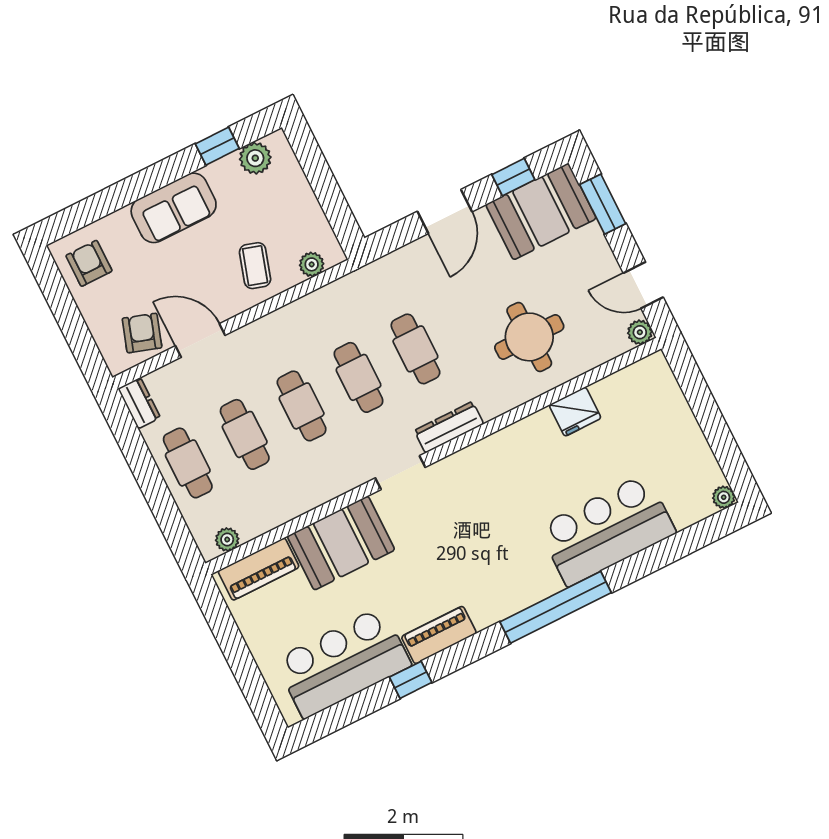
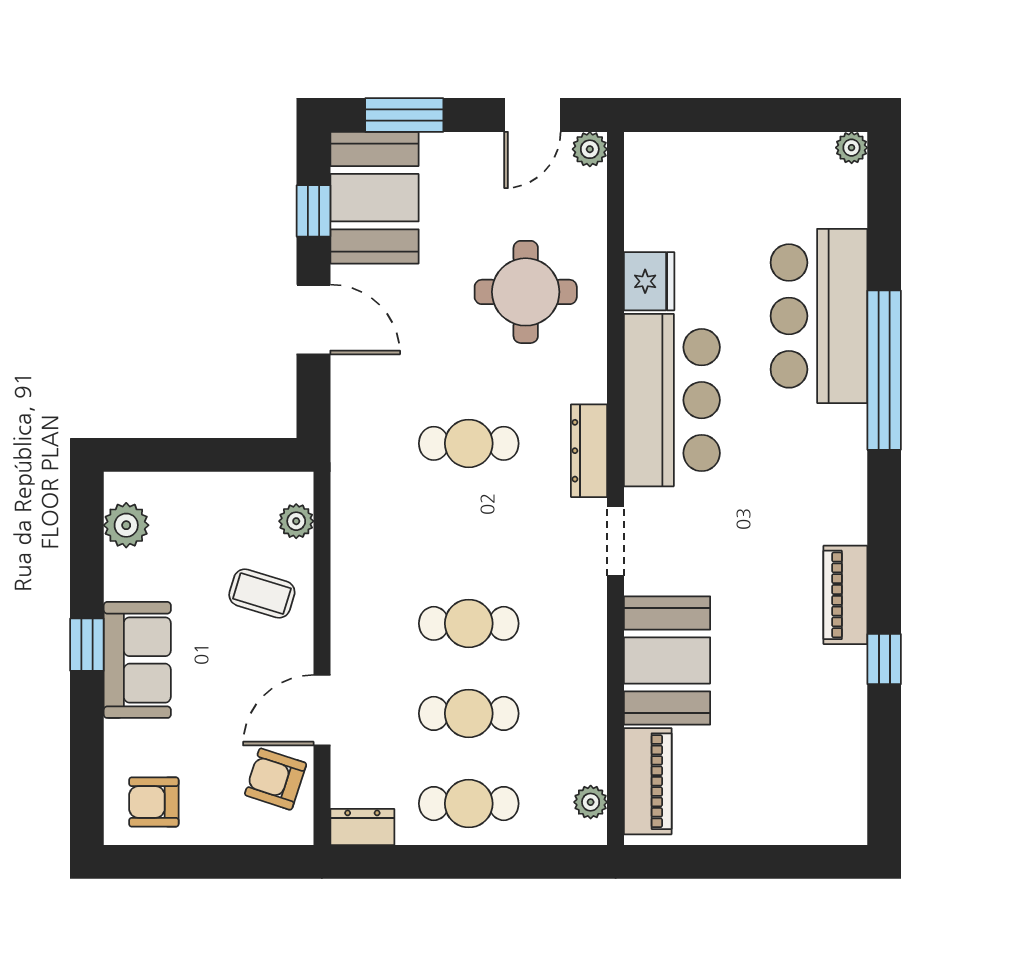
window: (217, 146) -> (87, 645), moved
cafe table: (359, 377) -> (469, 533), removed
window: (556, 607) -> (884, 370), moved
bar counter: (343, 663) -> (672, 400), moved, turned 180

